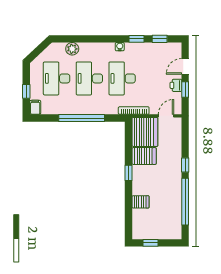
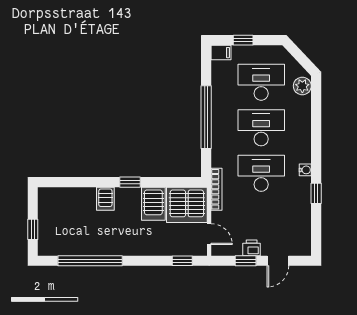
window: (160, 39) -> (316, 225), removed
plant: (72, 49) -> (302, 86), moved
door: (185, 66) -> (278, 261), swing flipped
window: (185, 165) -> (182, 261), moved
server rack: (140, 202) -> (105, 199), moved
window: (150, 243) -> (33, 229), moved

